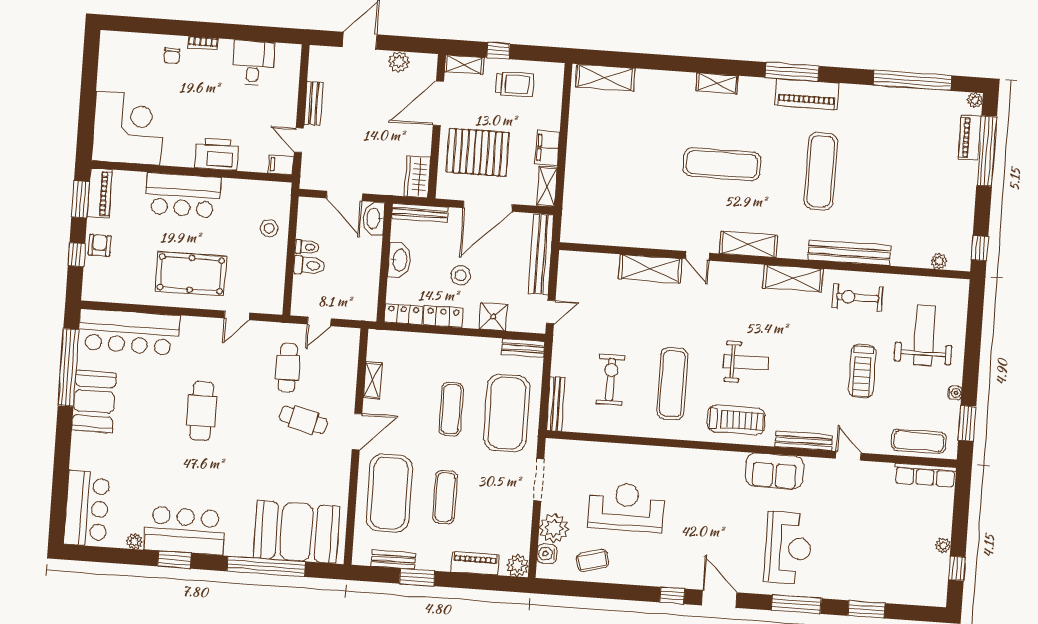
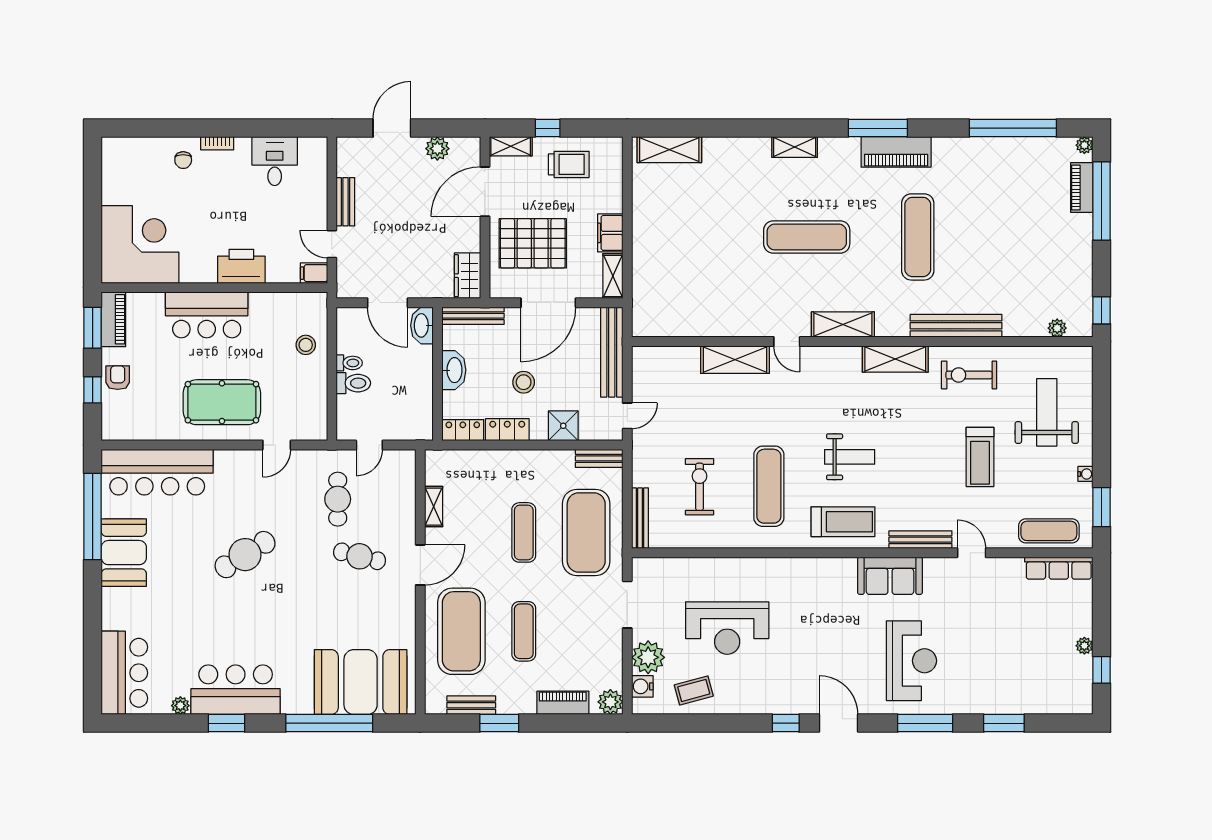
cafe table: (202, 411) -> (245, 555), turned 58
reception desk: (626, 507) -> (727, 628), turned 180

